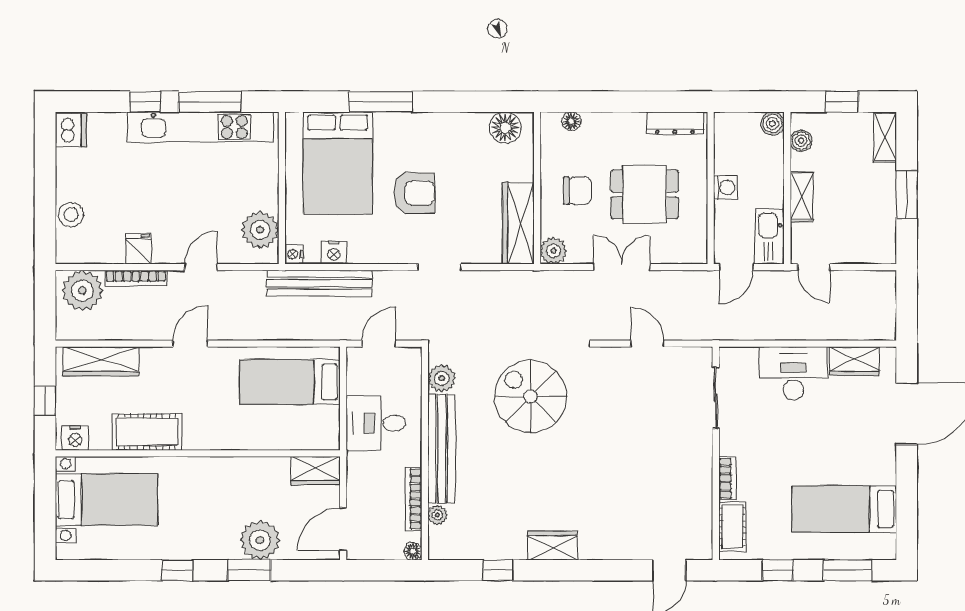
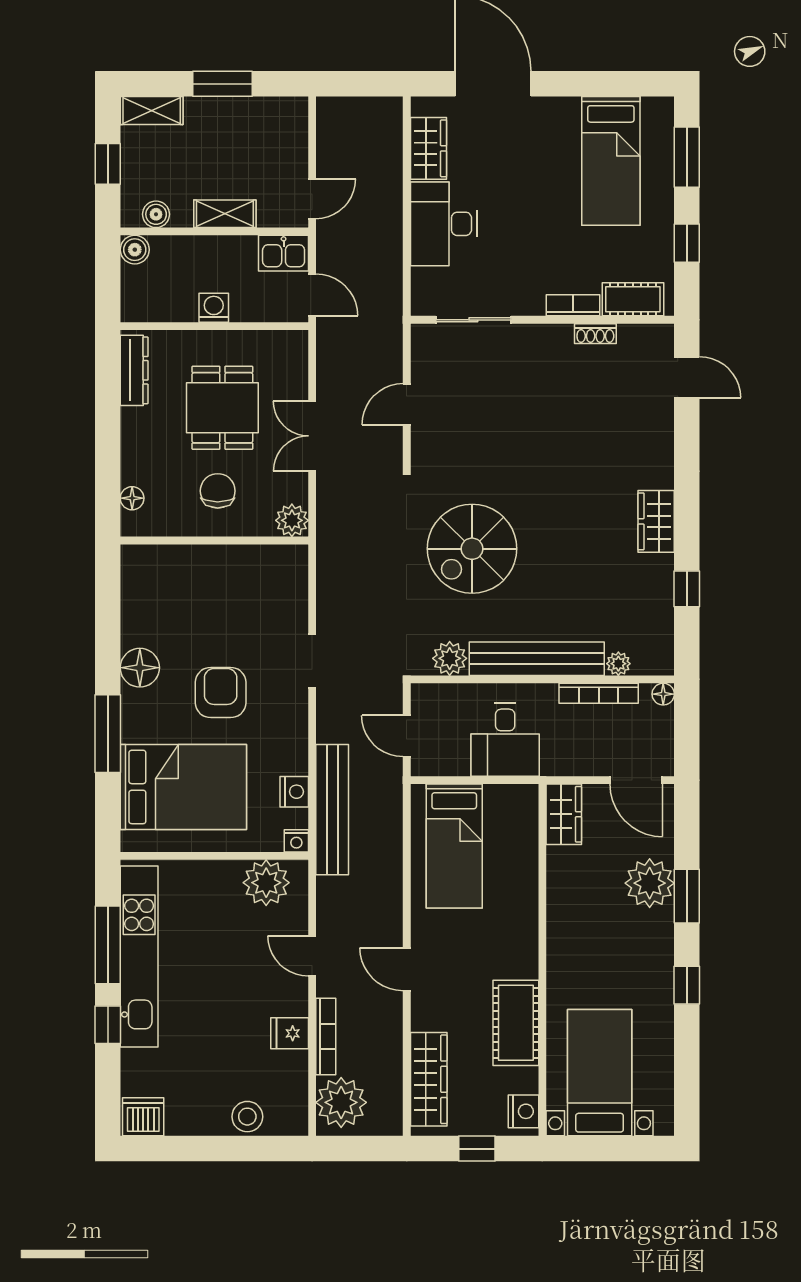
floor lamp: (505, 128) -> (140, 668), moved
wardrobe: (518, 223) -> (258, 564), removed
kitchen sink: (770, 236) -> (284, 253), width x0.73
shoe rack: (705, 496) -> (595, 334), added

